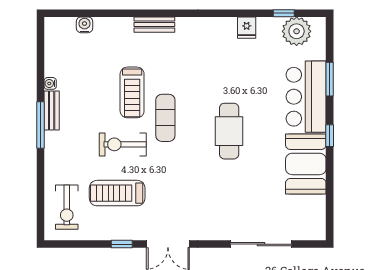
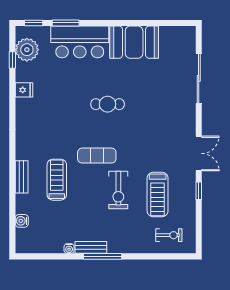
bench: (154, 25) -> (22, 177), moved
treadmill: (132, 92) -> (57, 180), moved, turned -90
cafe table: (229, 131) -> (108, 104), width x0.73, depth x0.74
window: (330, 136) -> (34, 23), moved
exercise bike: (67, 207) -> (169, 235), width x0.73, depth x0.72

